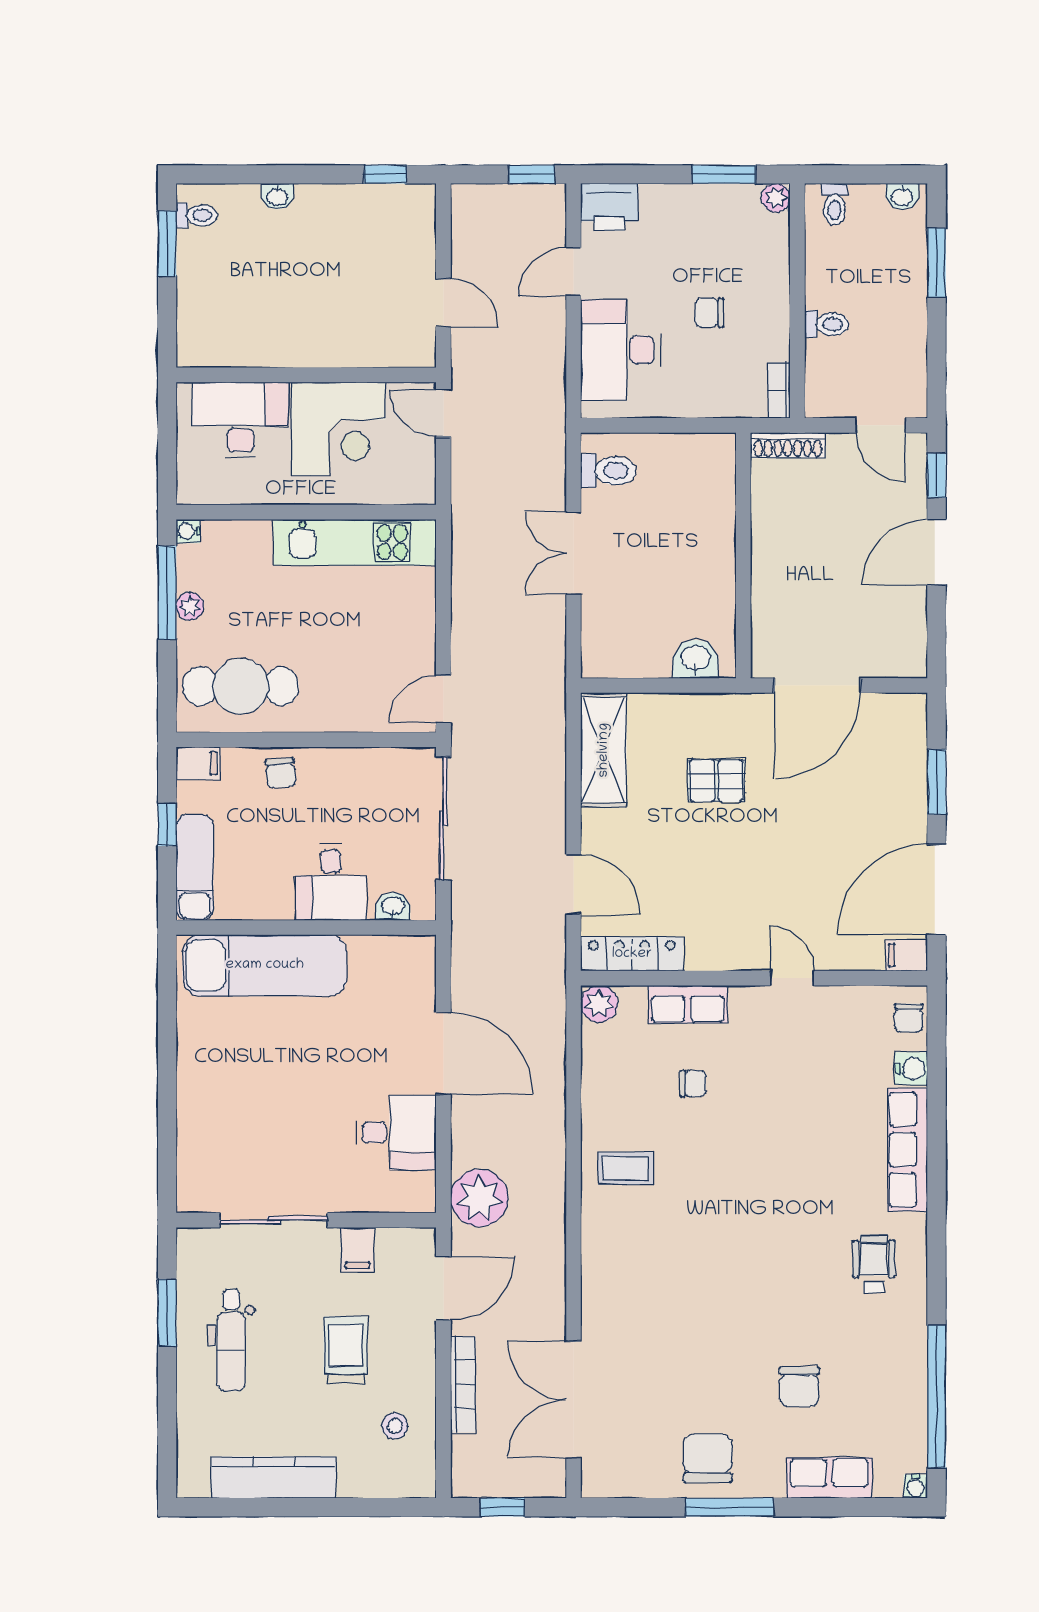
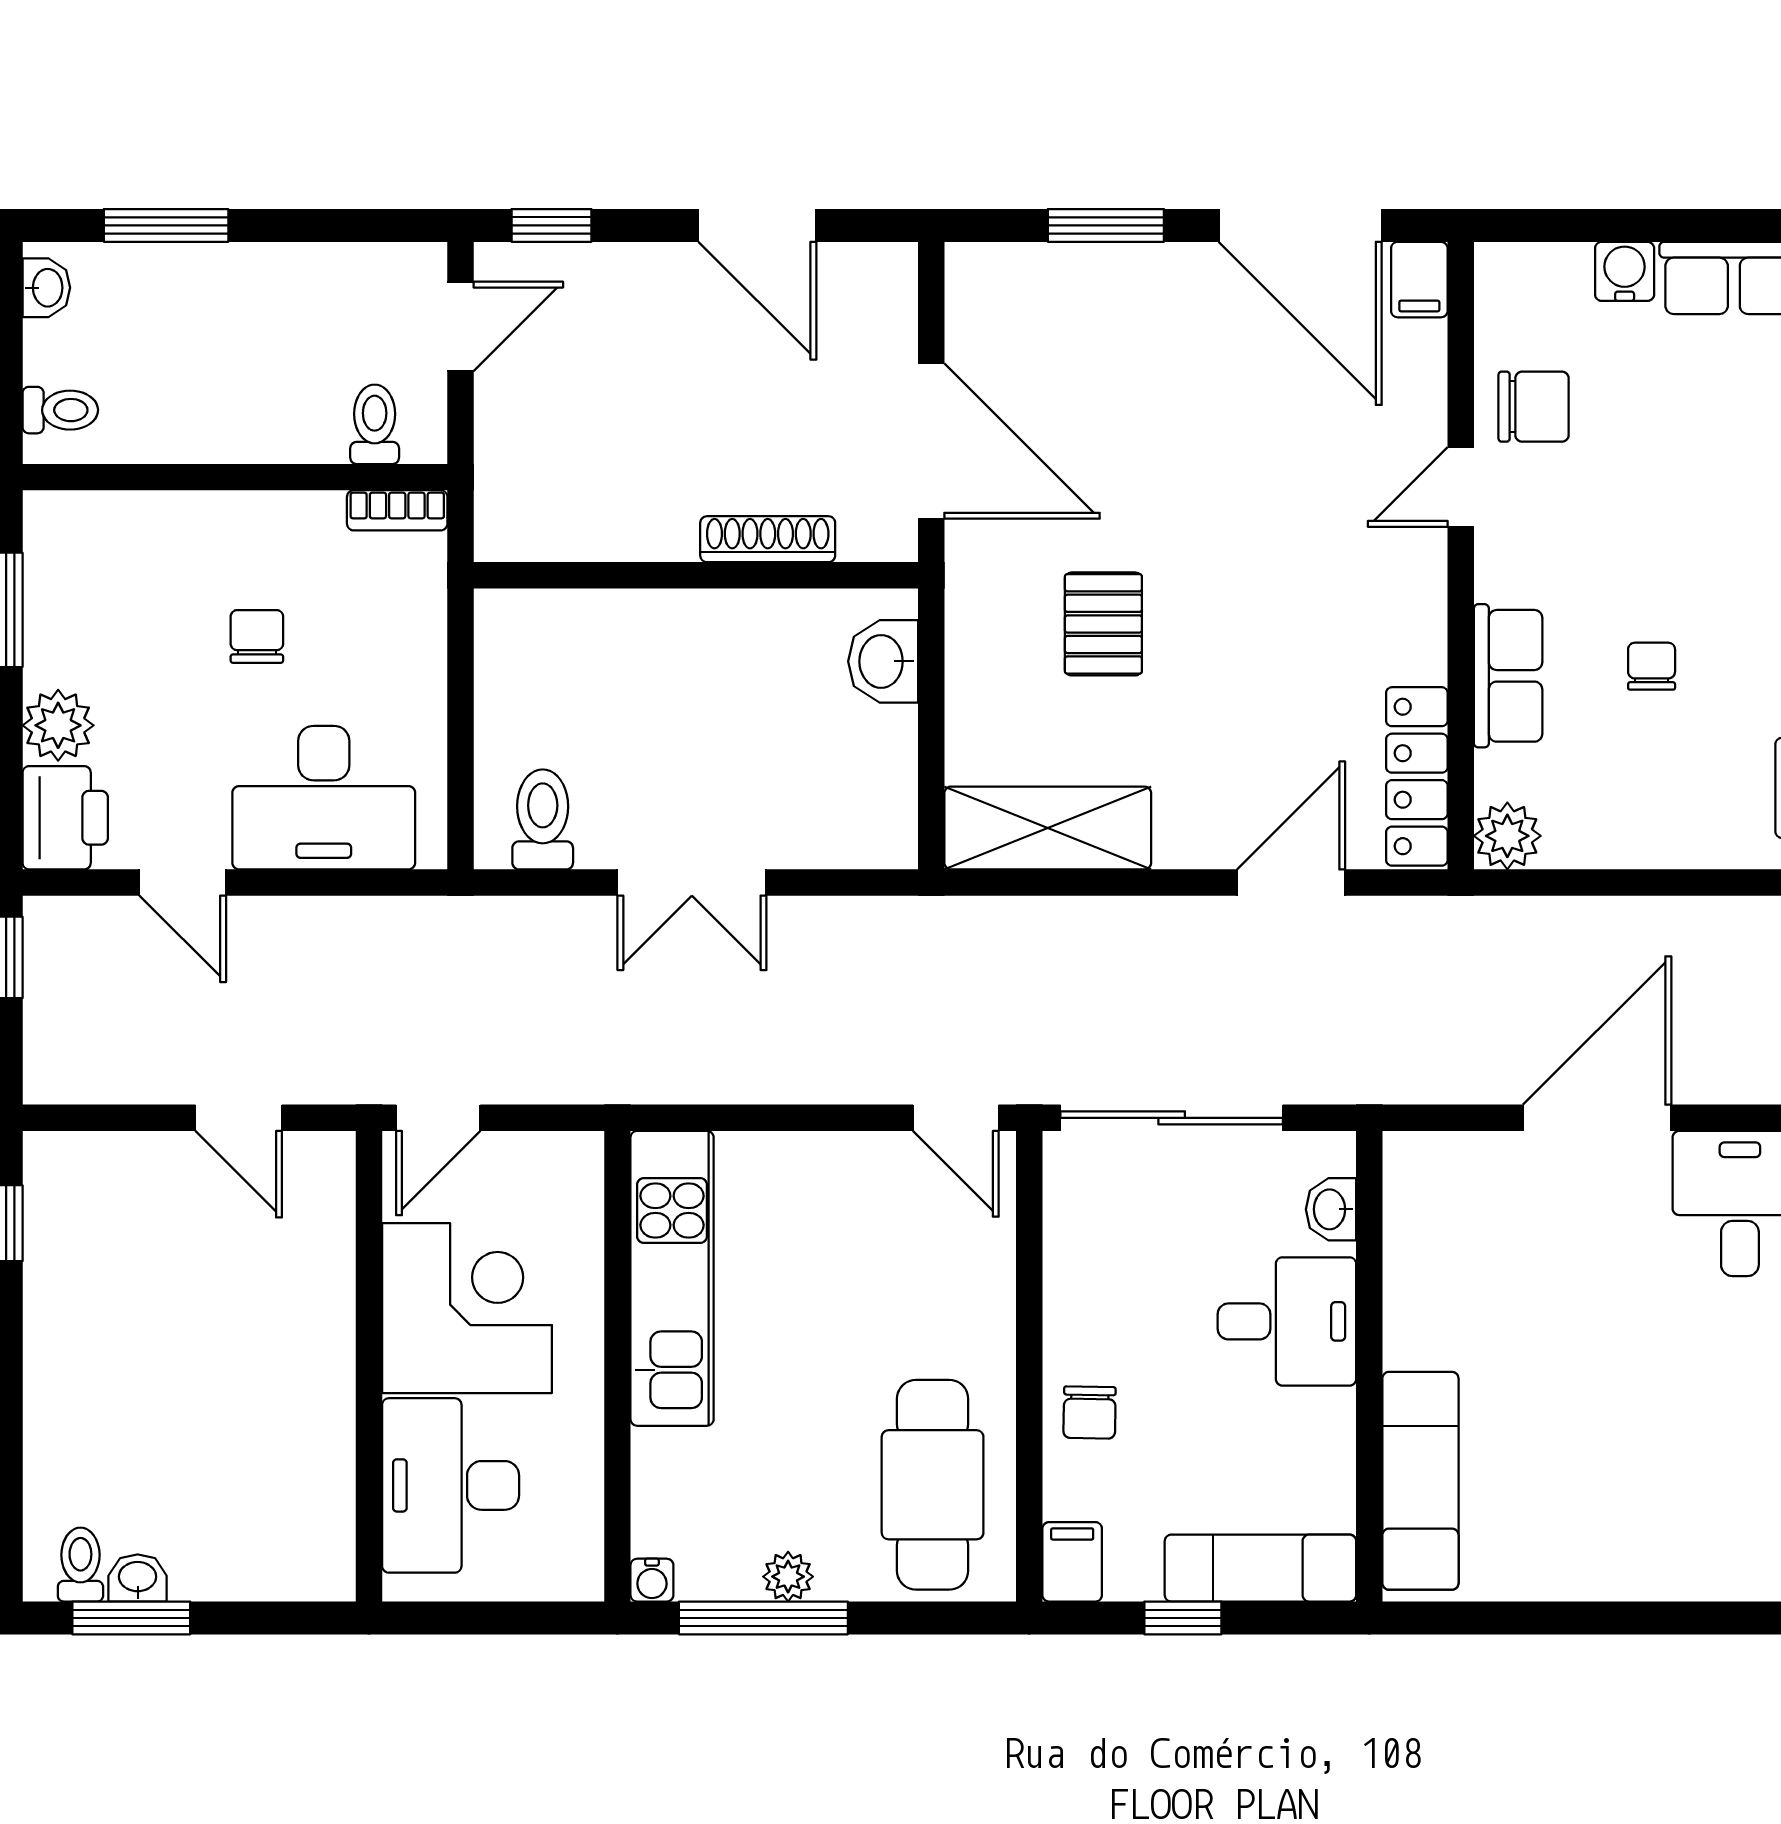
washbasin: (277, 196) -> (138, 1578), moved, turned -90
plant: (776, 198) -> (58, 725), moved, width x1.38, depth x1.38
door: (443, 303) -> (239, 1118), swing flipped
chair: (709, 313) -> (257, 636), turned 180
toilet: (827, 324) -> (375, 424), moved
shoe rack: (788, 445) -> (768, 539), moved, turned -90
door: (937, 552) -> (757, 225), moved
chair: (281, 773) -> (1090, 1412), turned 96
exam couch: (265, 965) -> (1420, 1481), width x0.73, depth x0.69
chair: (909, 1018) -> (1534, 407), moved, width x1.37, depth x1.37

